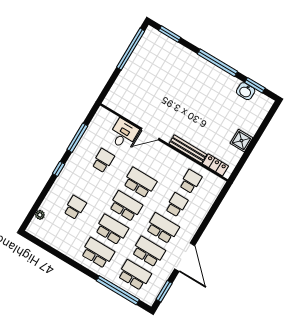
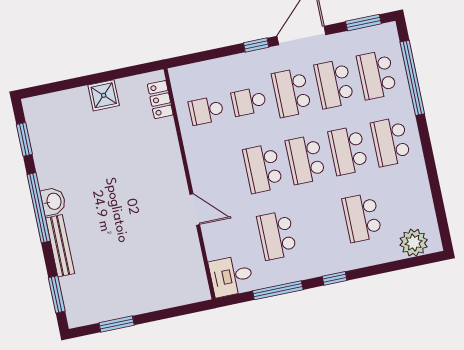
window: (131, 49) -> (117, 324), width x0.47
washbasin: (246, 91) -> (53, 201), moved
desk: (123, 134) -> (231, 276), moved
bench: (188, 149) -> (60, 246), moved
school desk: (103, 161) -> (277, 235), width x1.85
school desk: (75, 207) -> (362, 218), width x1.85
plant: (40, 215) -> (414, 243), width x1.87, depth x1.87
window: (200, 232) -> (256, 45), added

